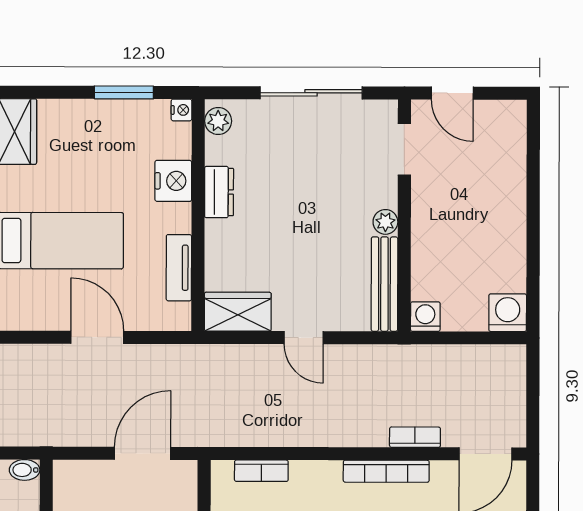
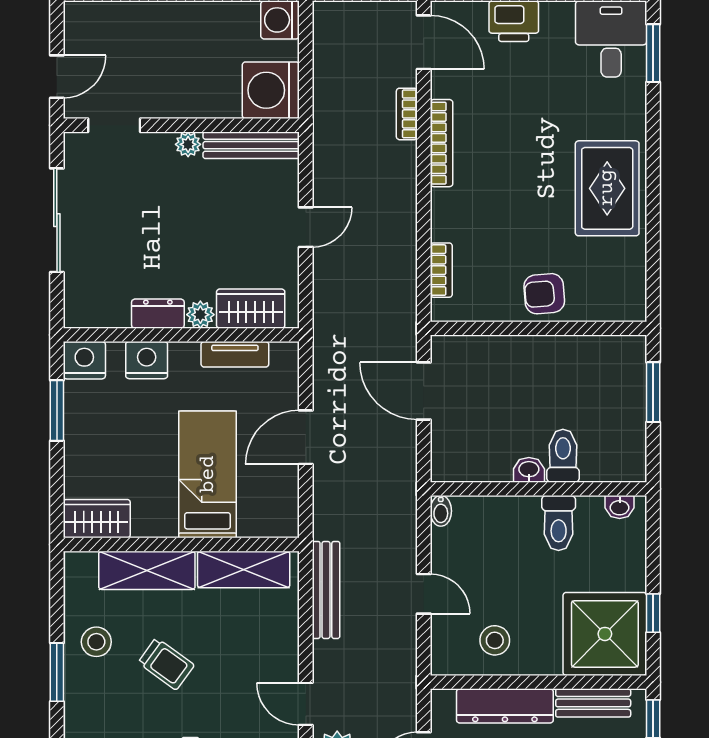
nightstand: (182, 110) -> (84, 360), width x1.89, depth x1.79
plant: (218, 121) -> (200, 315), moved
wardrobe: (238, 312) -> (251, 309), moved, turned 90
washing machine: (425, 317) -> (271, 90), width x1.89, depth x1.89

